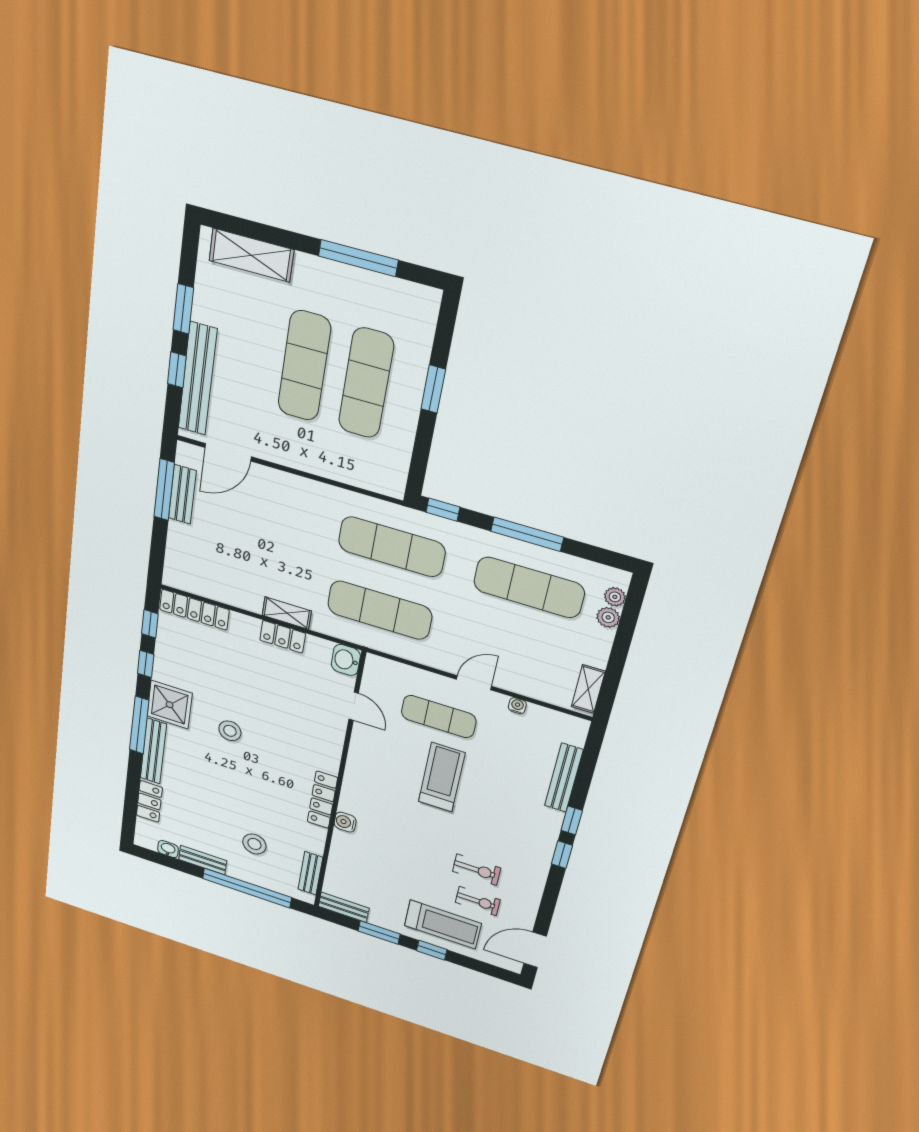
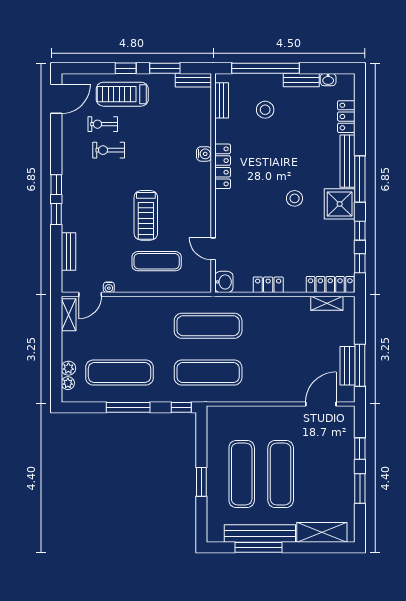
bench: (198, 379) -> (260, 533), moved, turned 90
shelving: (287, 613) -> (327, 303), moved
door: (474, 683) -> (90, 294), moved
bench: (564, 778) -> (69, 251), width x0.73

